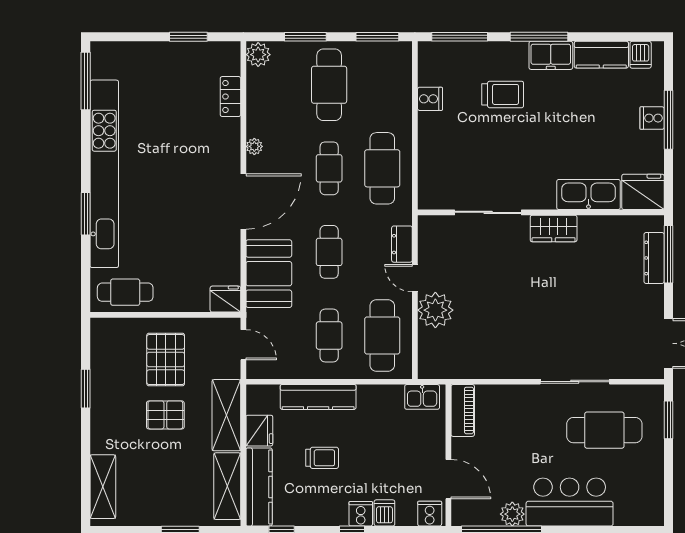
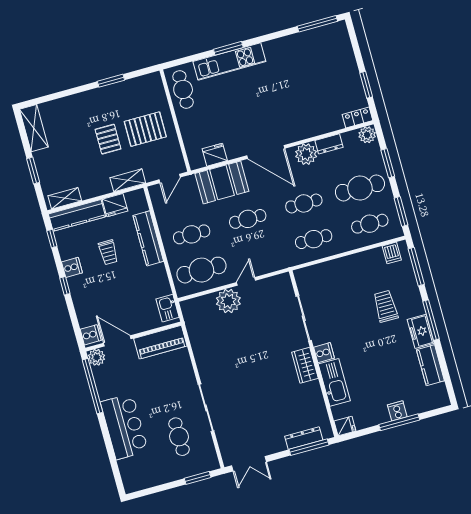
dishwasher: (641, 55) -> (392, 253), moved, turned -90
cafe table: (382, 85) -> (370, 224), added
trolley: (503, 94) -> (386, 306), turned 180
locker: (230, 97) -> (357, 117), moved
cooker: (430, 99) -> (324, 353), moved, turned -90
plant: (254, 146) -> (306, 154), width x1.88, depth x1.88
cafe table: (382, 168) -> (314, 239), width x0.73, depth x0.74
kitchen unit: (104, 174) -> (229, 62), width x0.54
fridge: (643, 192) -> (345, 426), width x0.53, depth x0.75
dresser: (402, 244) -> (329, 144), moved, turned 180
fridge: (225, 299) -> (215, 155), moved, turned -90
piano: (463, 410) -> (160, 342), width x1.37, depth x1.33
shelving: (226, 415) -> (128, 180), width x0.67, depth x0.75
cafe table: (604, 430) -> (179, 437), width x0.73, depth x0.74
door: (448, 479) -> (117, 341), swing flipped
shelving: (227, 486) -> (65, 198), width x0.67, depth x0.75
shelving: (103, 487) -> (34, 128), moved, turned 90
dishwasher: (384, 513) -> (83, 304), removed
cooker: (361, 514) -> (72, 267), moved
plant: (512, 514) -> (97, 357), moved

